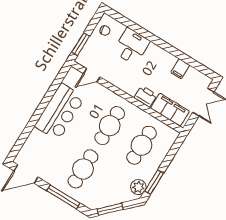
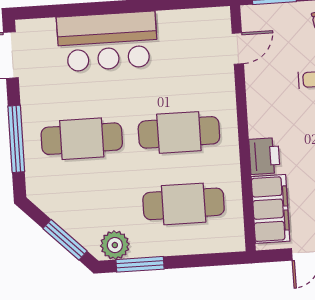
door: (92, 75) -> (238, 49), swing flipped
bar counter: (60, 112) -> (107, 41), moved
window: (110, 209) -> (65, 240), moved

